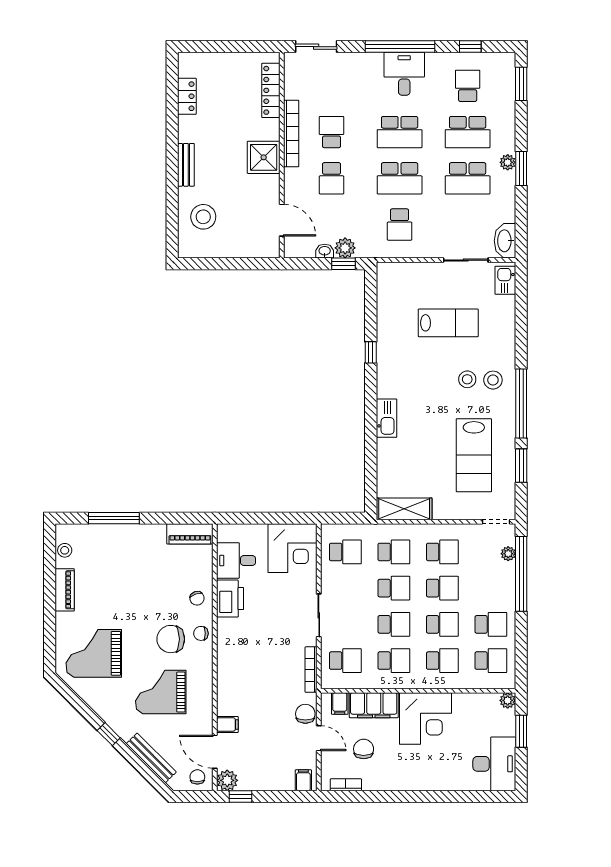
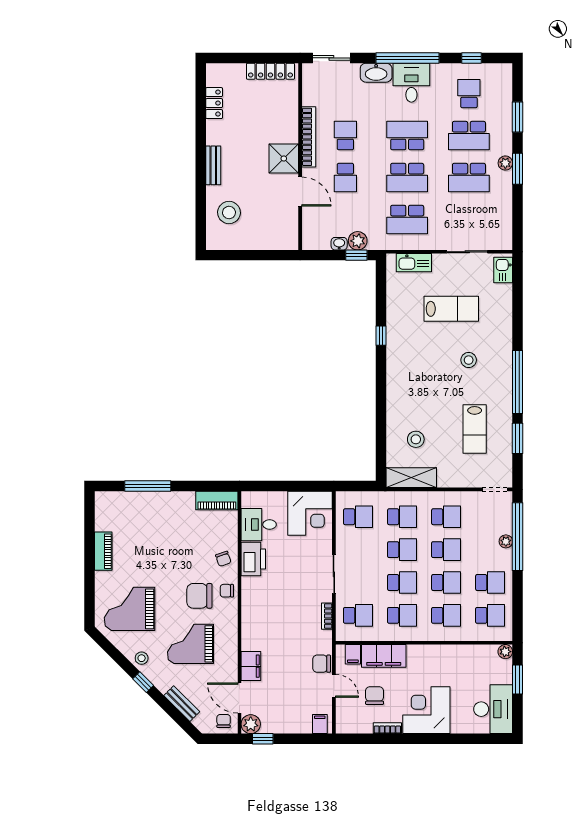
window: (521, 84) -> (518, 117), moved
locker: (271, 90) -> (270, 71), moved, turned -90
school desk: (400, 132) -> (407, 136), turned 180
door: (282, 220) -> (300, 192), moved
school desk: (400, 224) -> (407, 220), width x1.85
washbasin: (505, 241) -> (376, 73), moved, turned -90
stool: (493, 380) -> (416, 439), moved
kitchen sink: (387, 418) -> (414, 263), moved, turned 90
lab bench: (474, 455) -> (475, 429), width x0.73, depth x0.72
stool: (65, 550) -> (142, 658), moved
plant: (508, 554) -> (506, 541), moved
bookcase: (311, 670) -> (327, 616), width x0.64
chair: (305, 714) -> (322, 664), turned -90
corner desk: (425, 718) -> (426, 710), moved, turned 180
filing cabinet: (227, 724) -> (251, 666), width x2.00
bench: (151, 758) -> (182, 704), width x0.73
bookcase: (346, 785) -> (387, 728), moved

